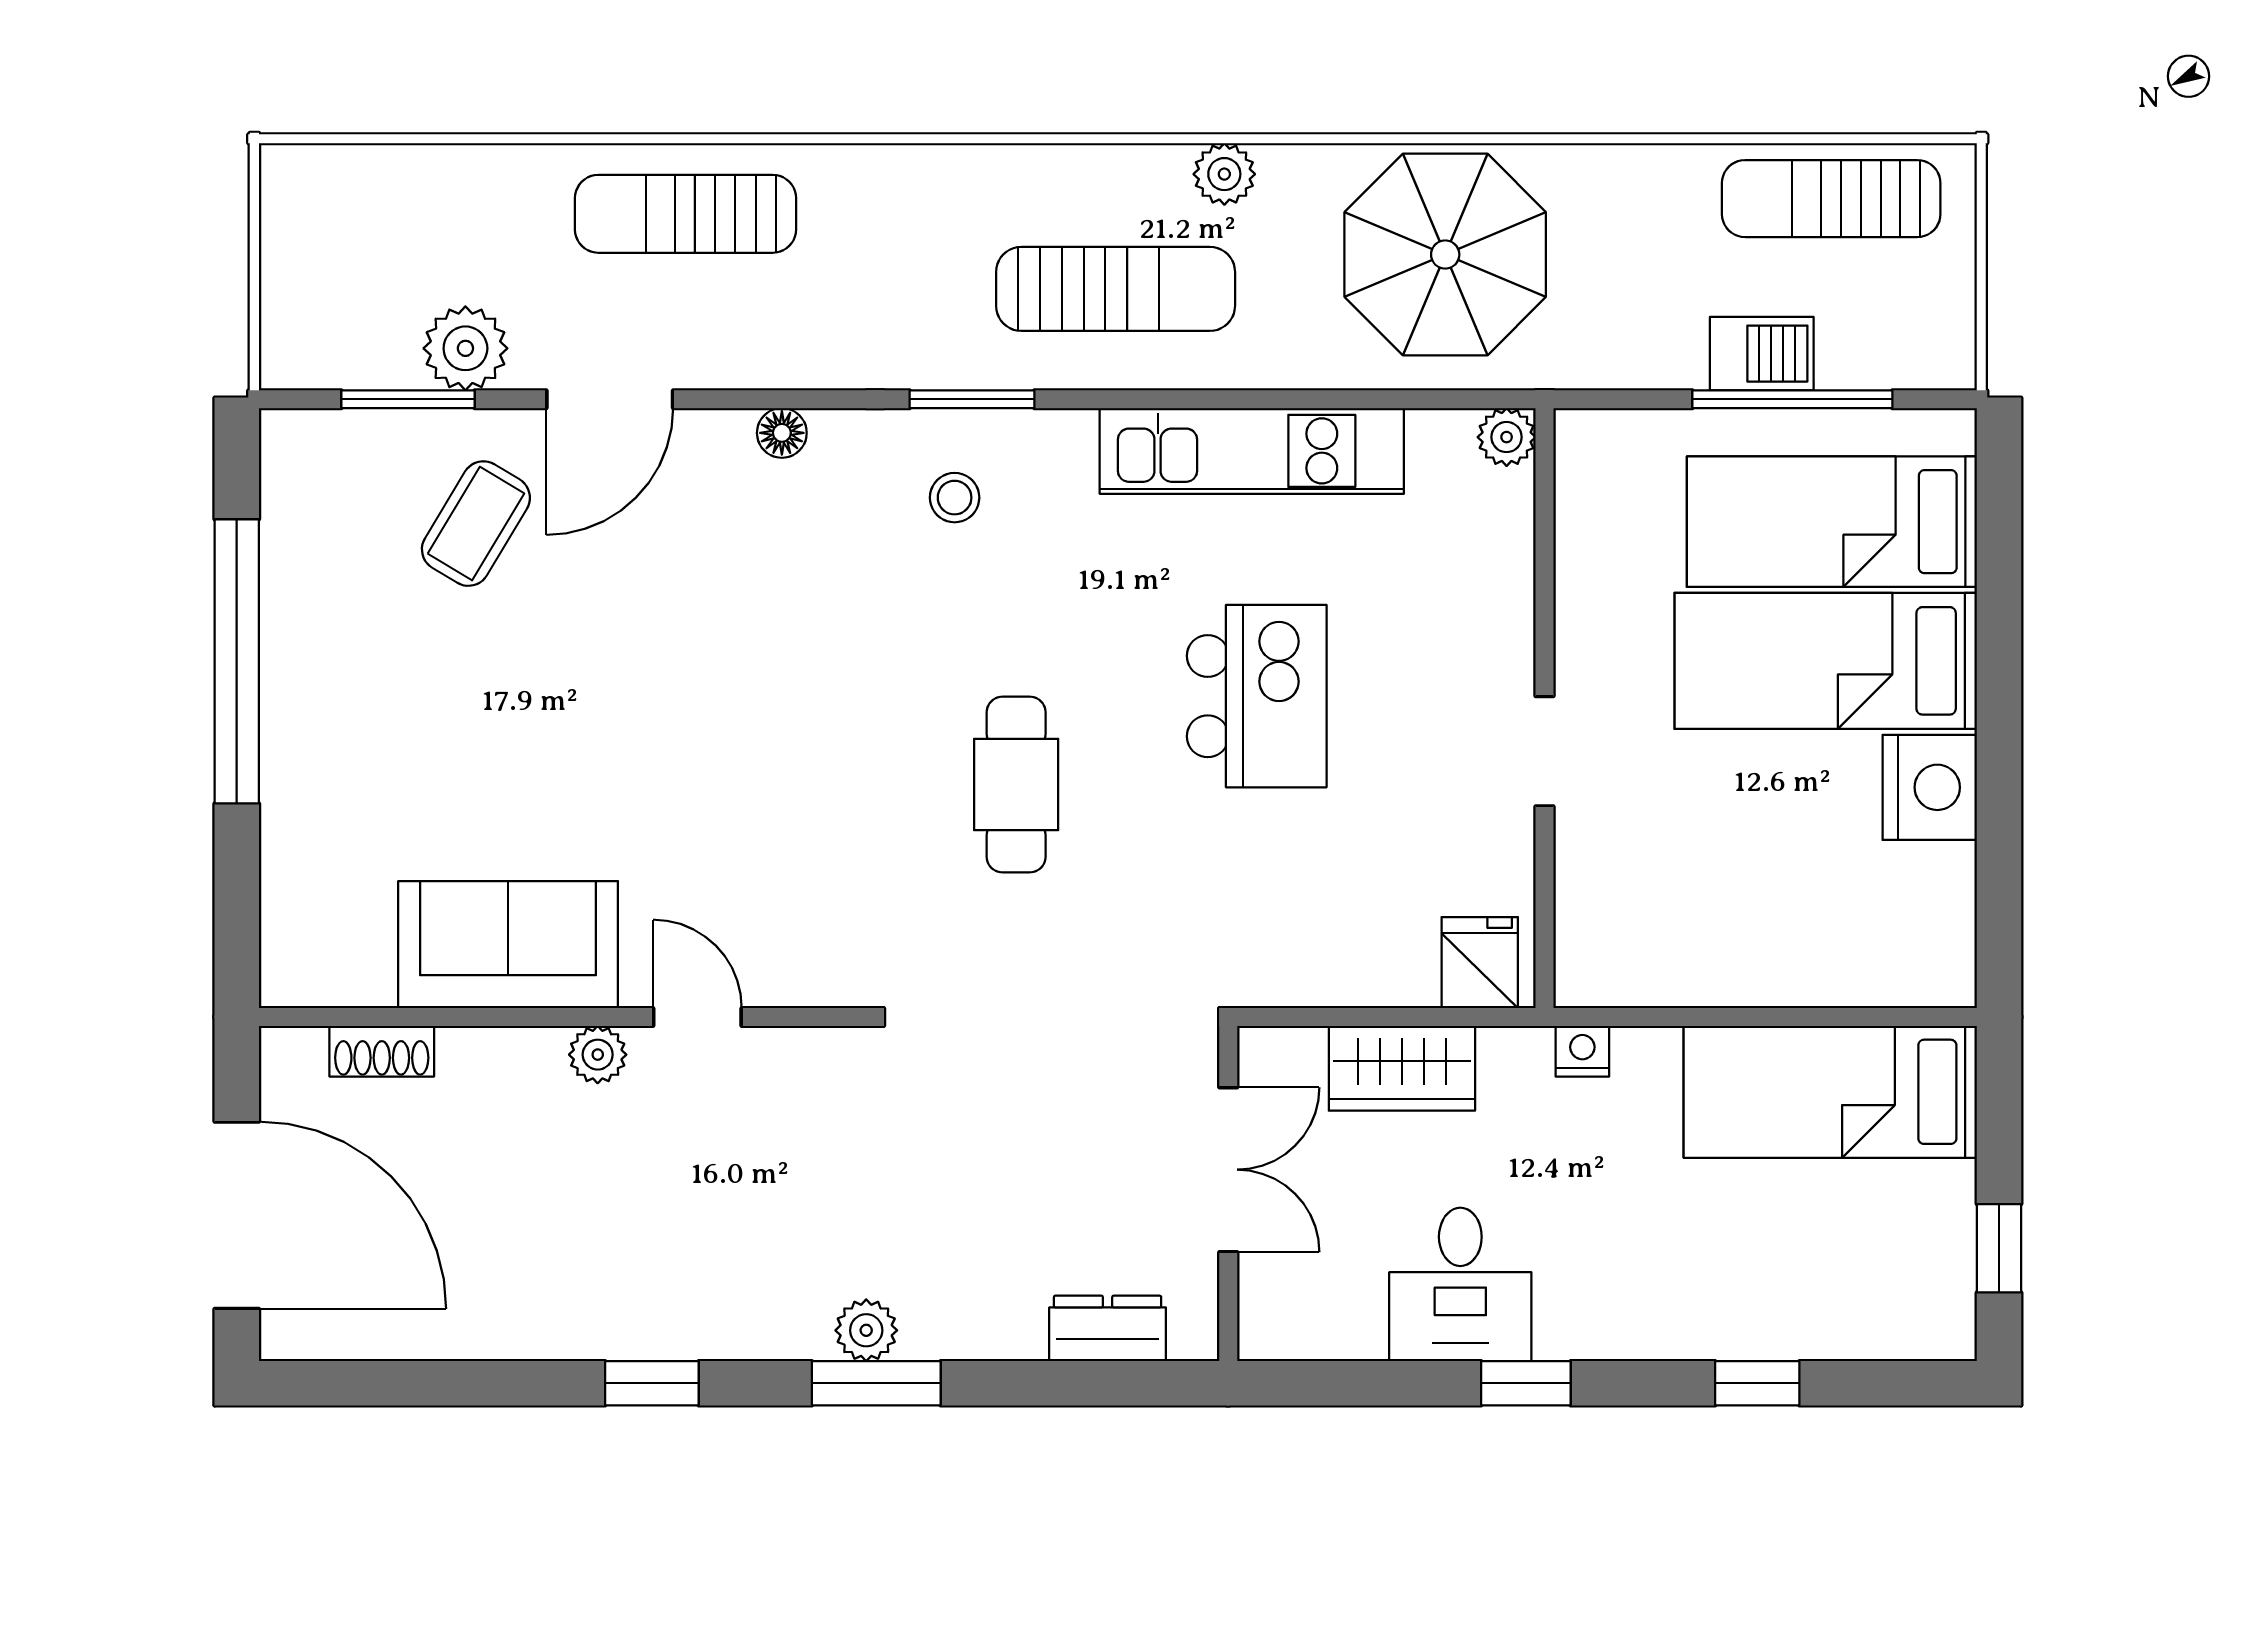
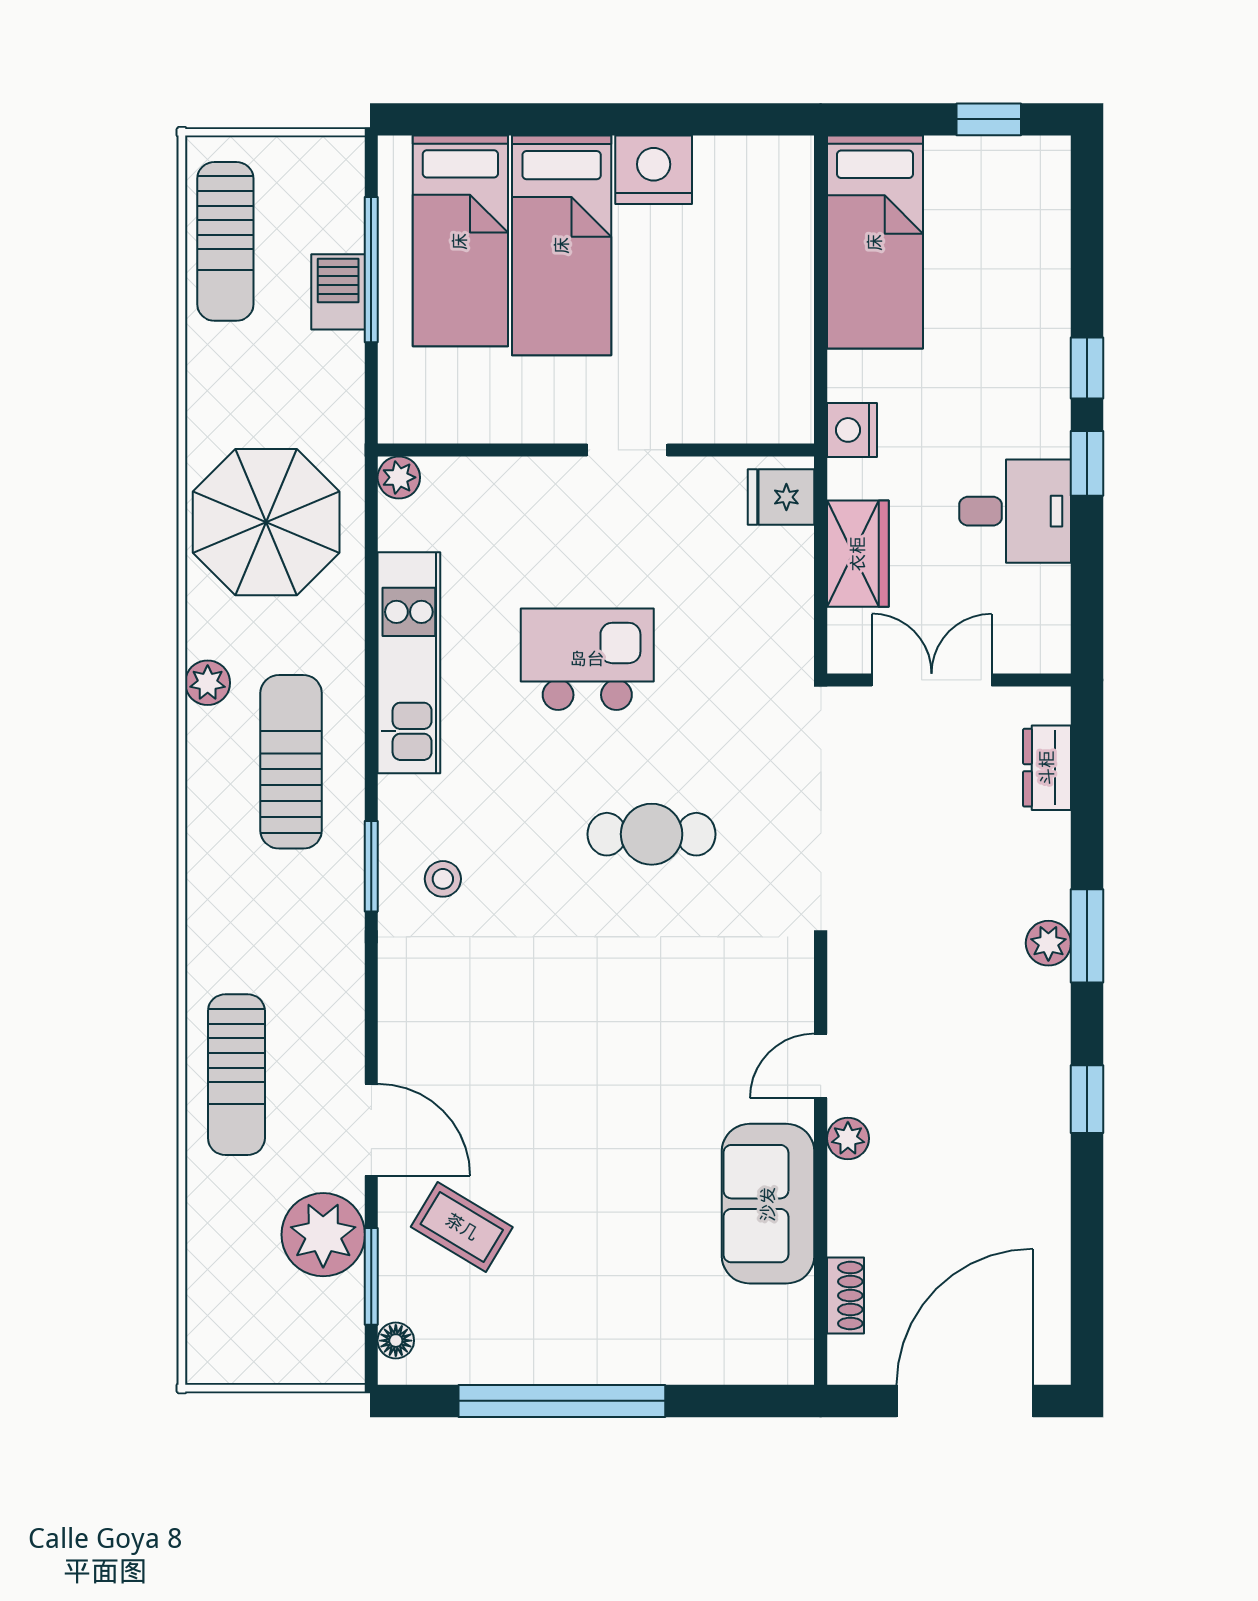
plant: (465, 348) -> (323, 1235), width x1.36, depth x1.36
floor lamp: (782, 433) -> (396, 1341), moved
nightstand: (1582, 1051) -> (852, 430), width x1.39, depth x1.35
window: (1757, 1383) -> (1087, 368), moved

